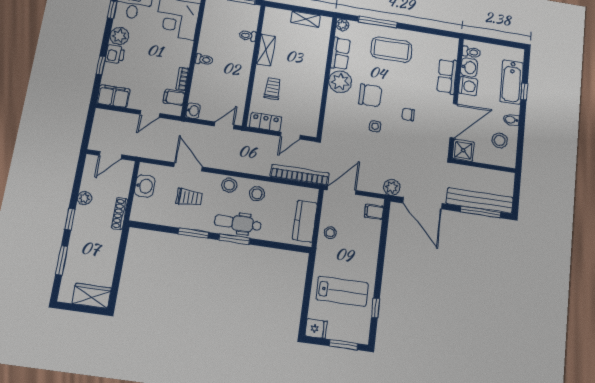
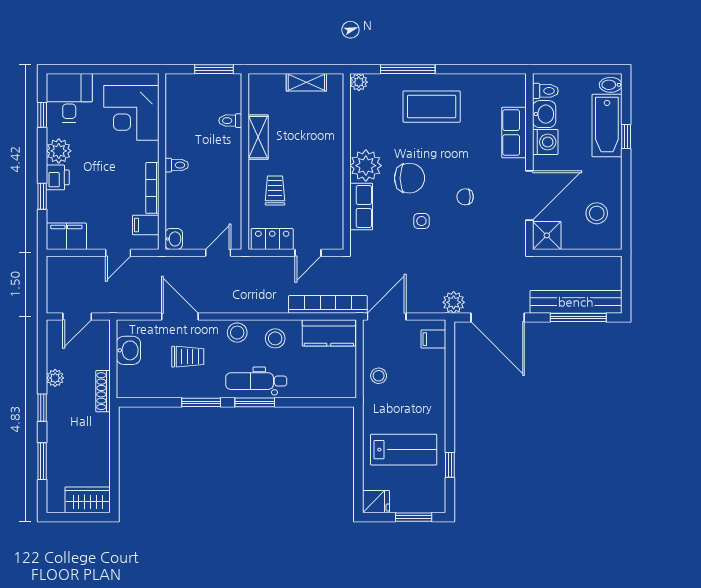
row of seats: (340, 54) -> (361, 206), moved
bookcase: (182, 79) -> (152, 188), width x1.56
bidet: (511, 120) -> (611, 85), moved
kitchen counter: (305, 221) -> (329, 333), moved, turned -90

